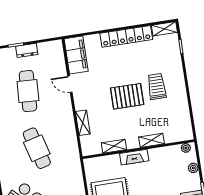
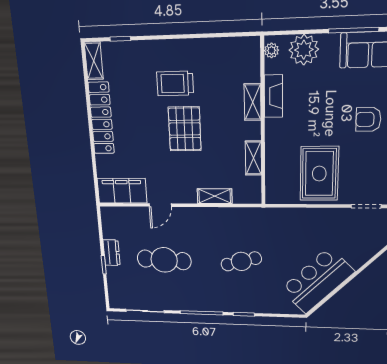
cafe table: (37, 148) -> (241, 261), width x0.73, depth x0.74
fireplace: (134, 157) -> (273, 96), moved
plant: (193, 168) -> (304, 50), width x1.88, depth x1.88

